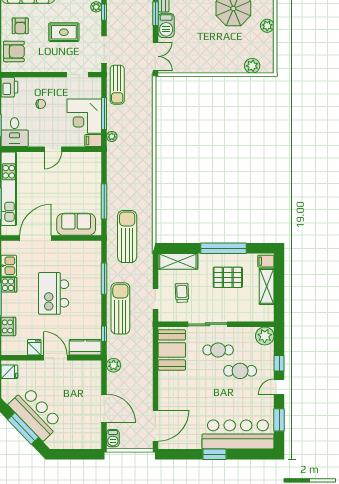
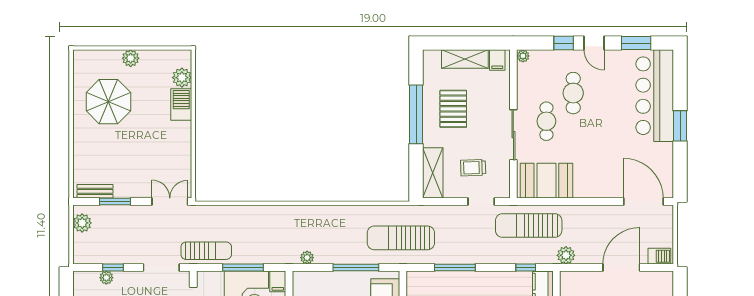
barbecue: (166, 25) -> (181, 104), moved, turned -90
plant: (112, 136) -> (307, 258), moved
filing cabinet: (266, 261) -> (497, 60), moved
sun lounger: (120, 308) -> (529, 226), moved
plant: (265, 336) -> (523, 56), width x0.53, depth x0.53

